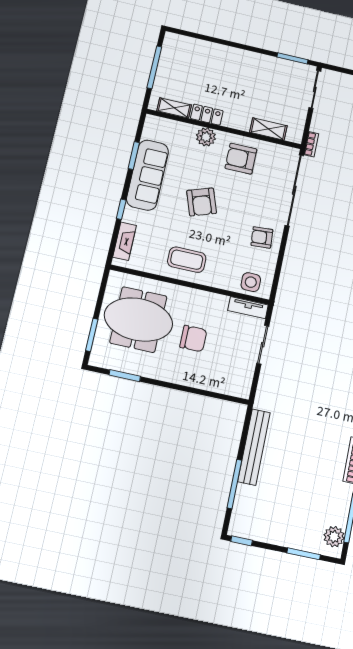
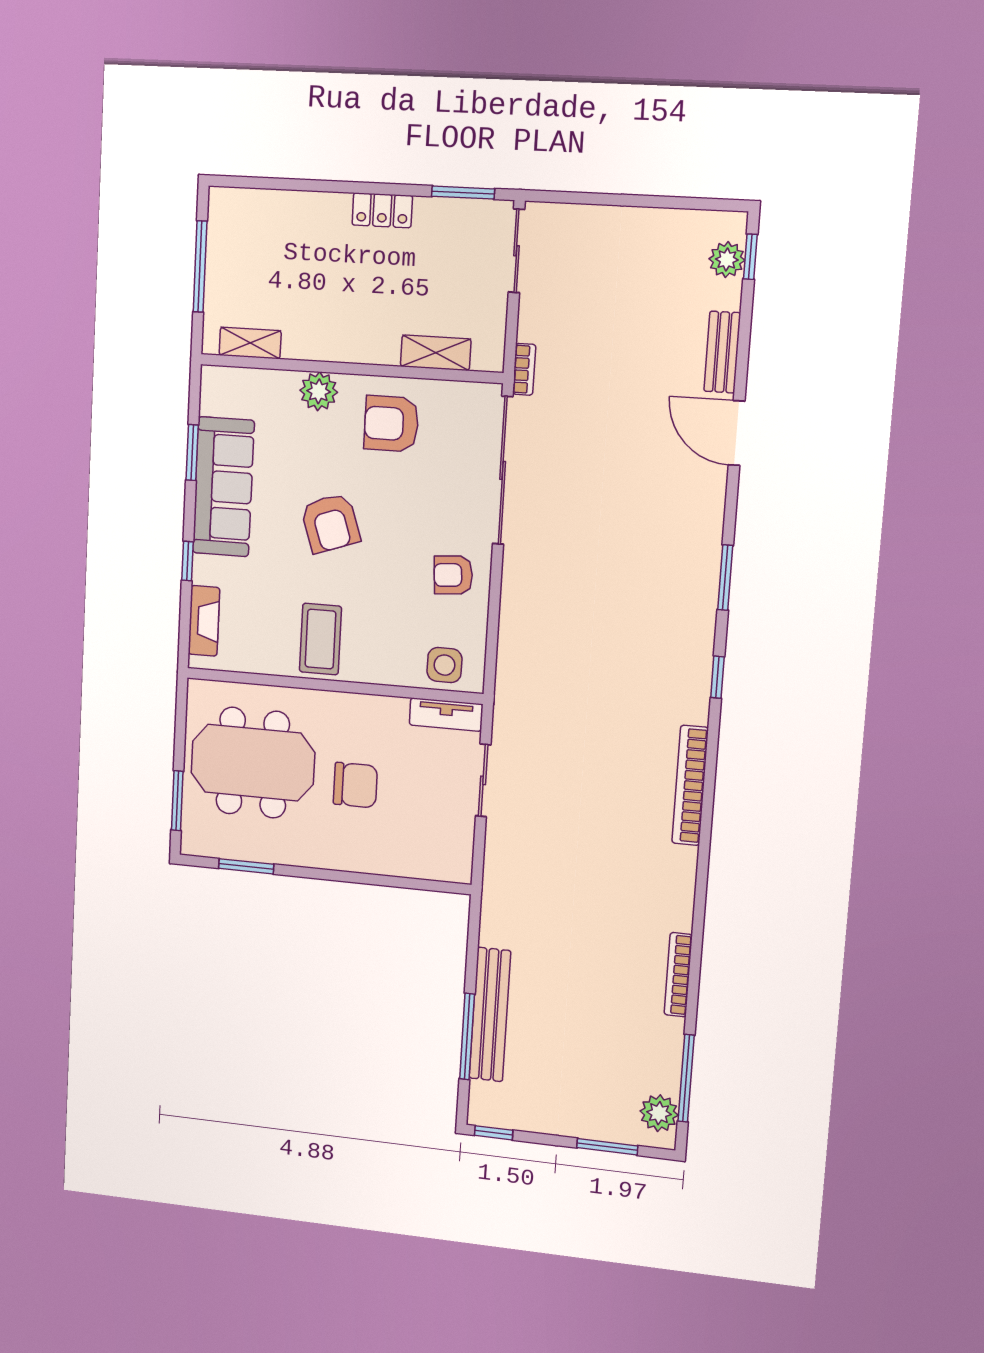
locker: (207, 115) -> (382, 210), moved, turned 180
coffee table: (187, 260) -> (320, 639), turned 90
bench: (254, 447) -> (490, 1015), moved

